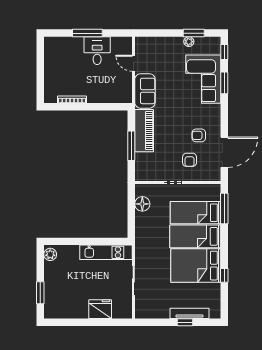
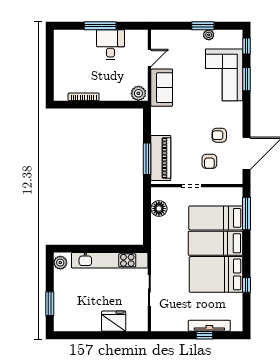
window: (194, 33) -> (203, 26), moved
door: (133, 63) -> (149, 58), swing flipped
plant: (123, 96) -> (138, 93), added
piano: (144, 131) -> (161, 158), moved
window: (131, 146) -> (147, 159), moved
kitchen unit: (106, 252) -> (110, 260), width x1.36

